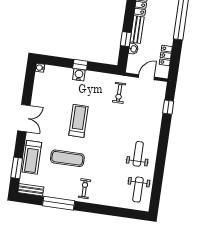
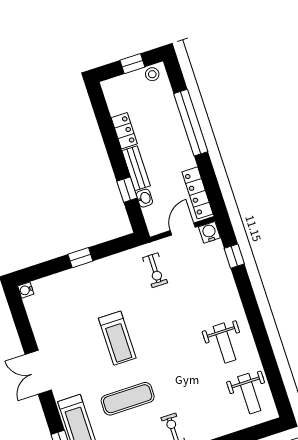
locker: (166, 55) -> (197, 193), width x1.53
water cooler: (79, 75) -> (209, 232), moved
double door: (24, 118) -> (38, 372), swing flipped
treadmill: (78, 121) -> (117, 338), turned 180
weight bench: (138, 154) -> (225, 343), turned 180

